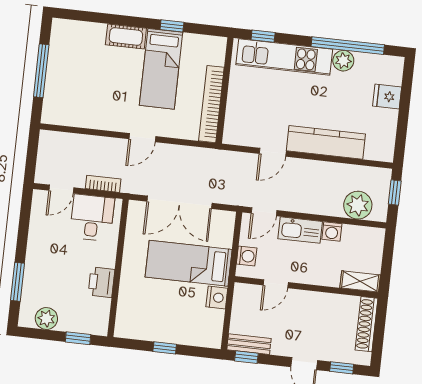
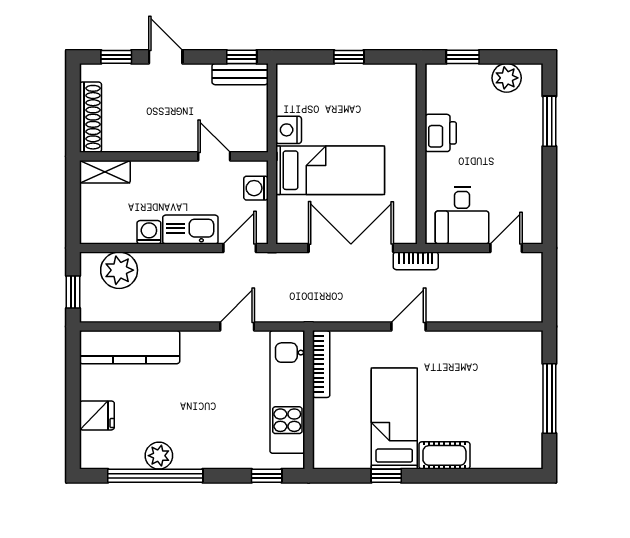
kitchen unit: (284, 57) -> (287, 392), moved, turned -90
bookcase: (211, 104) -> (321, 364), width x0.68, depth x0.76
kitchen counter: (326, 142) -> (130, 347), moved
bookcase: (103, 184) -> (416, 261), moved
door: (276, 284) -> (214, 156), hinge flipped

